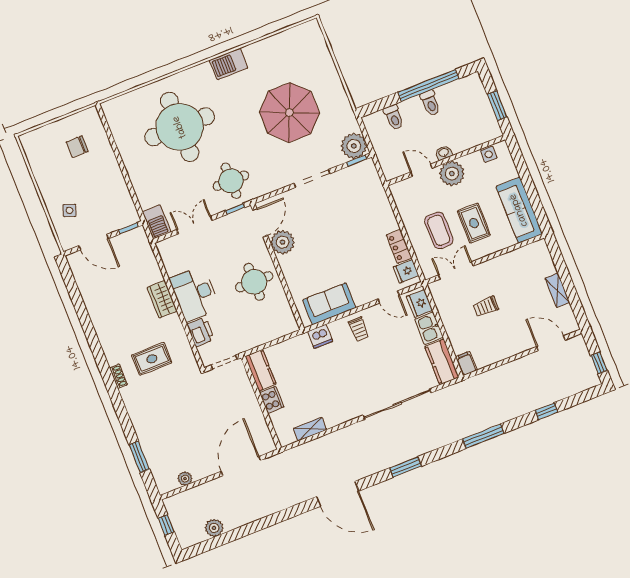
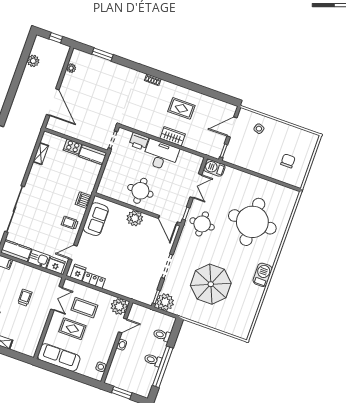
plant: (452, 174) -> (119, 307), moved
plant: (283, 242) -> (135, 218), moved
rug: (152, 359) -> (181, 108), moved, turned 90

